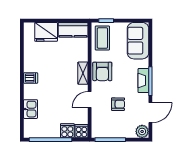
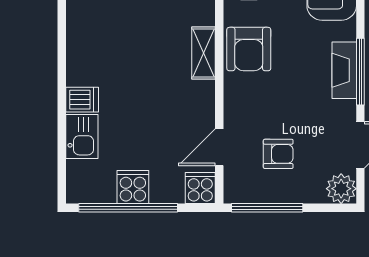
dishwasher: (31, 78) -> (82, 100), moved
door: (90, 99) -> (219, 147), moved
armchair: (118, 104) -> (278, 154), moved
cooker: (67, 131) -> (133, 187), moved

